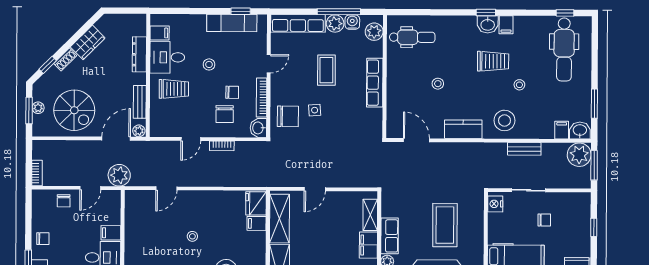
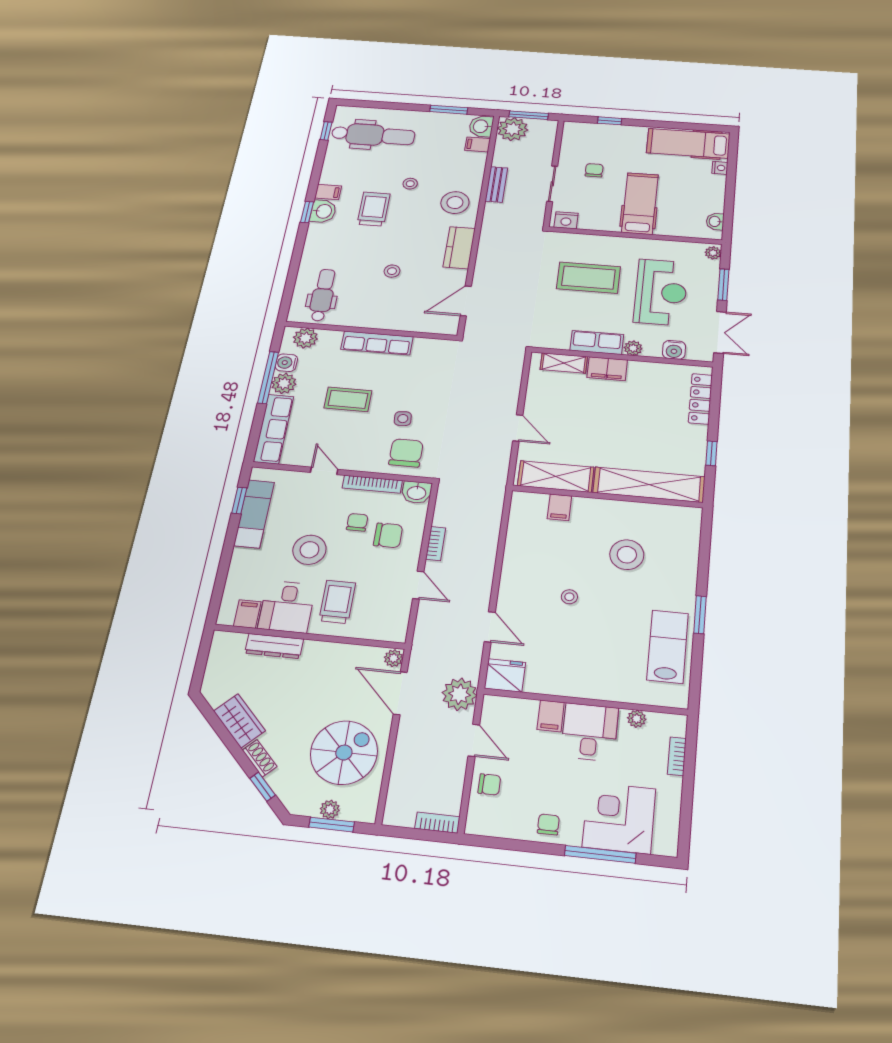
stool: (209, 64) -> (309, 550), width x1.89, depth x1.89
bench: (140, 102) -> (348, 653), removed
fridge: (256, 203) -> (505, 675), moved, turned 180

